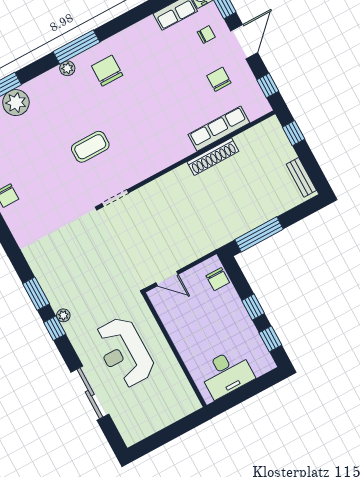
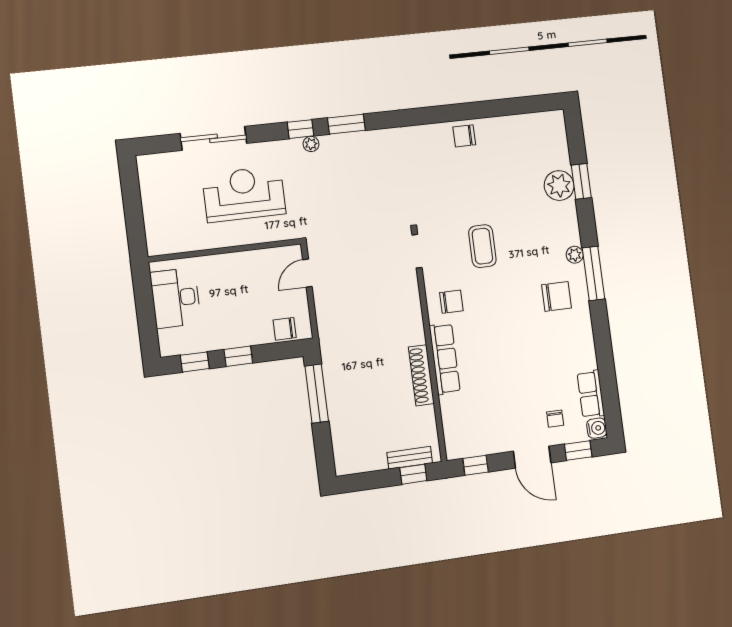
chair: (219, 79) -> (451, 302), moved
row of seats: (219, 129) -> (445, 359), moved
bench: (301, 177) -> (410, 458), moved

